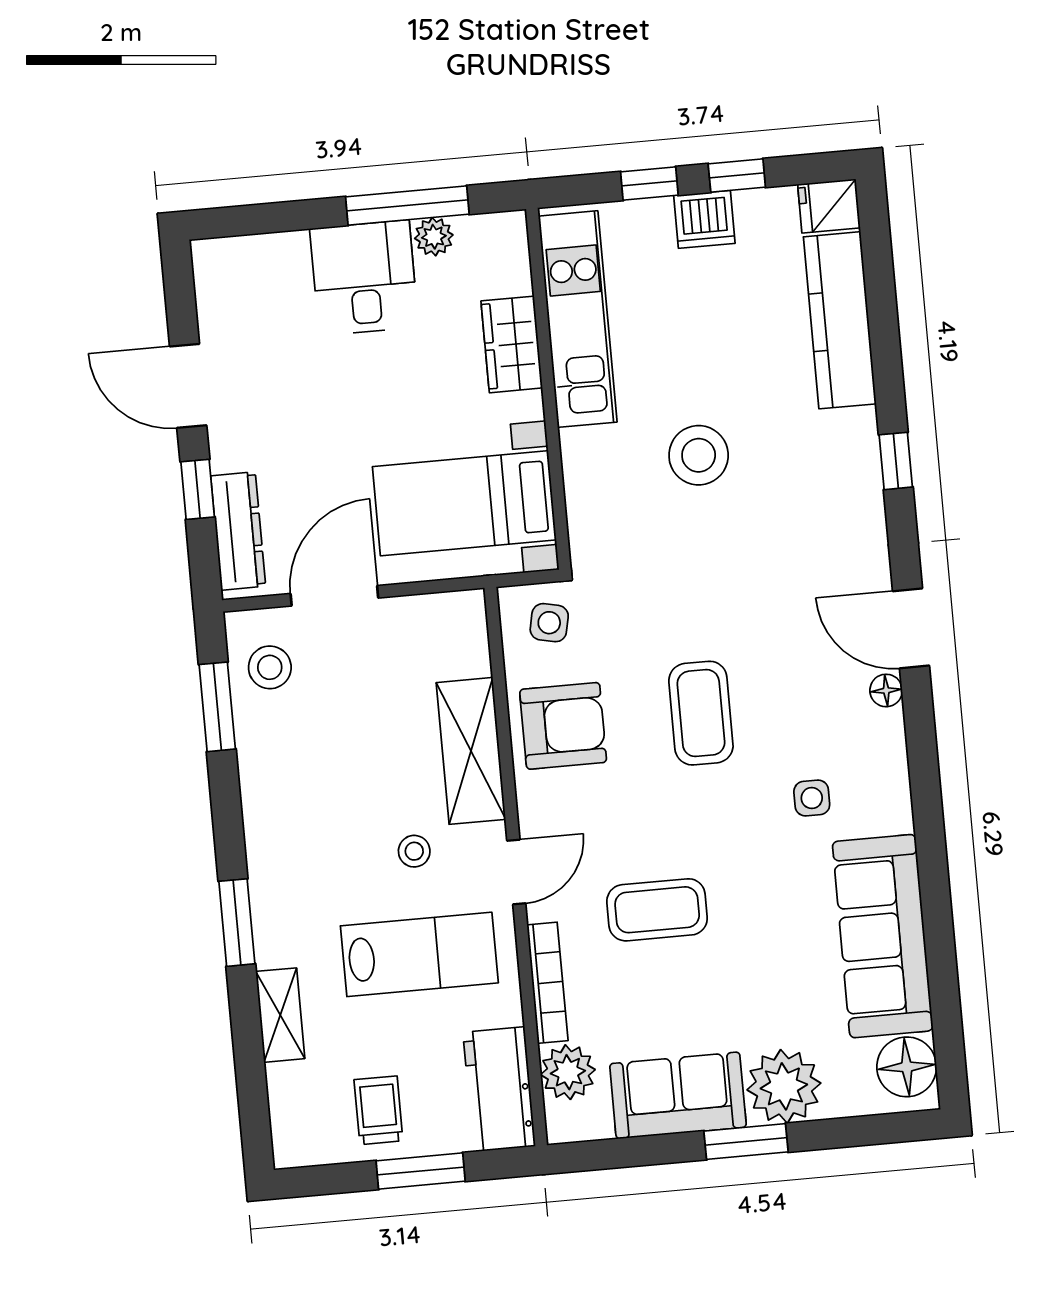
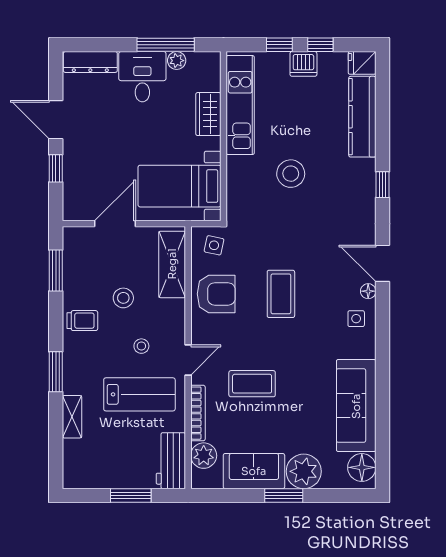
dresser: (238, 531) -> (90, 62), moved, turned 90
stool: (270, 667) -> (123, 298), moved
shelving: (471, 751) -> (172, 264), moved
side table: (812, 798) -> (356, 319), moved
trolley: (378, 1110) -> (82, 321), moved, turned 90

